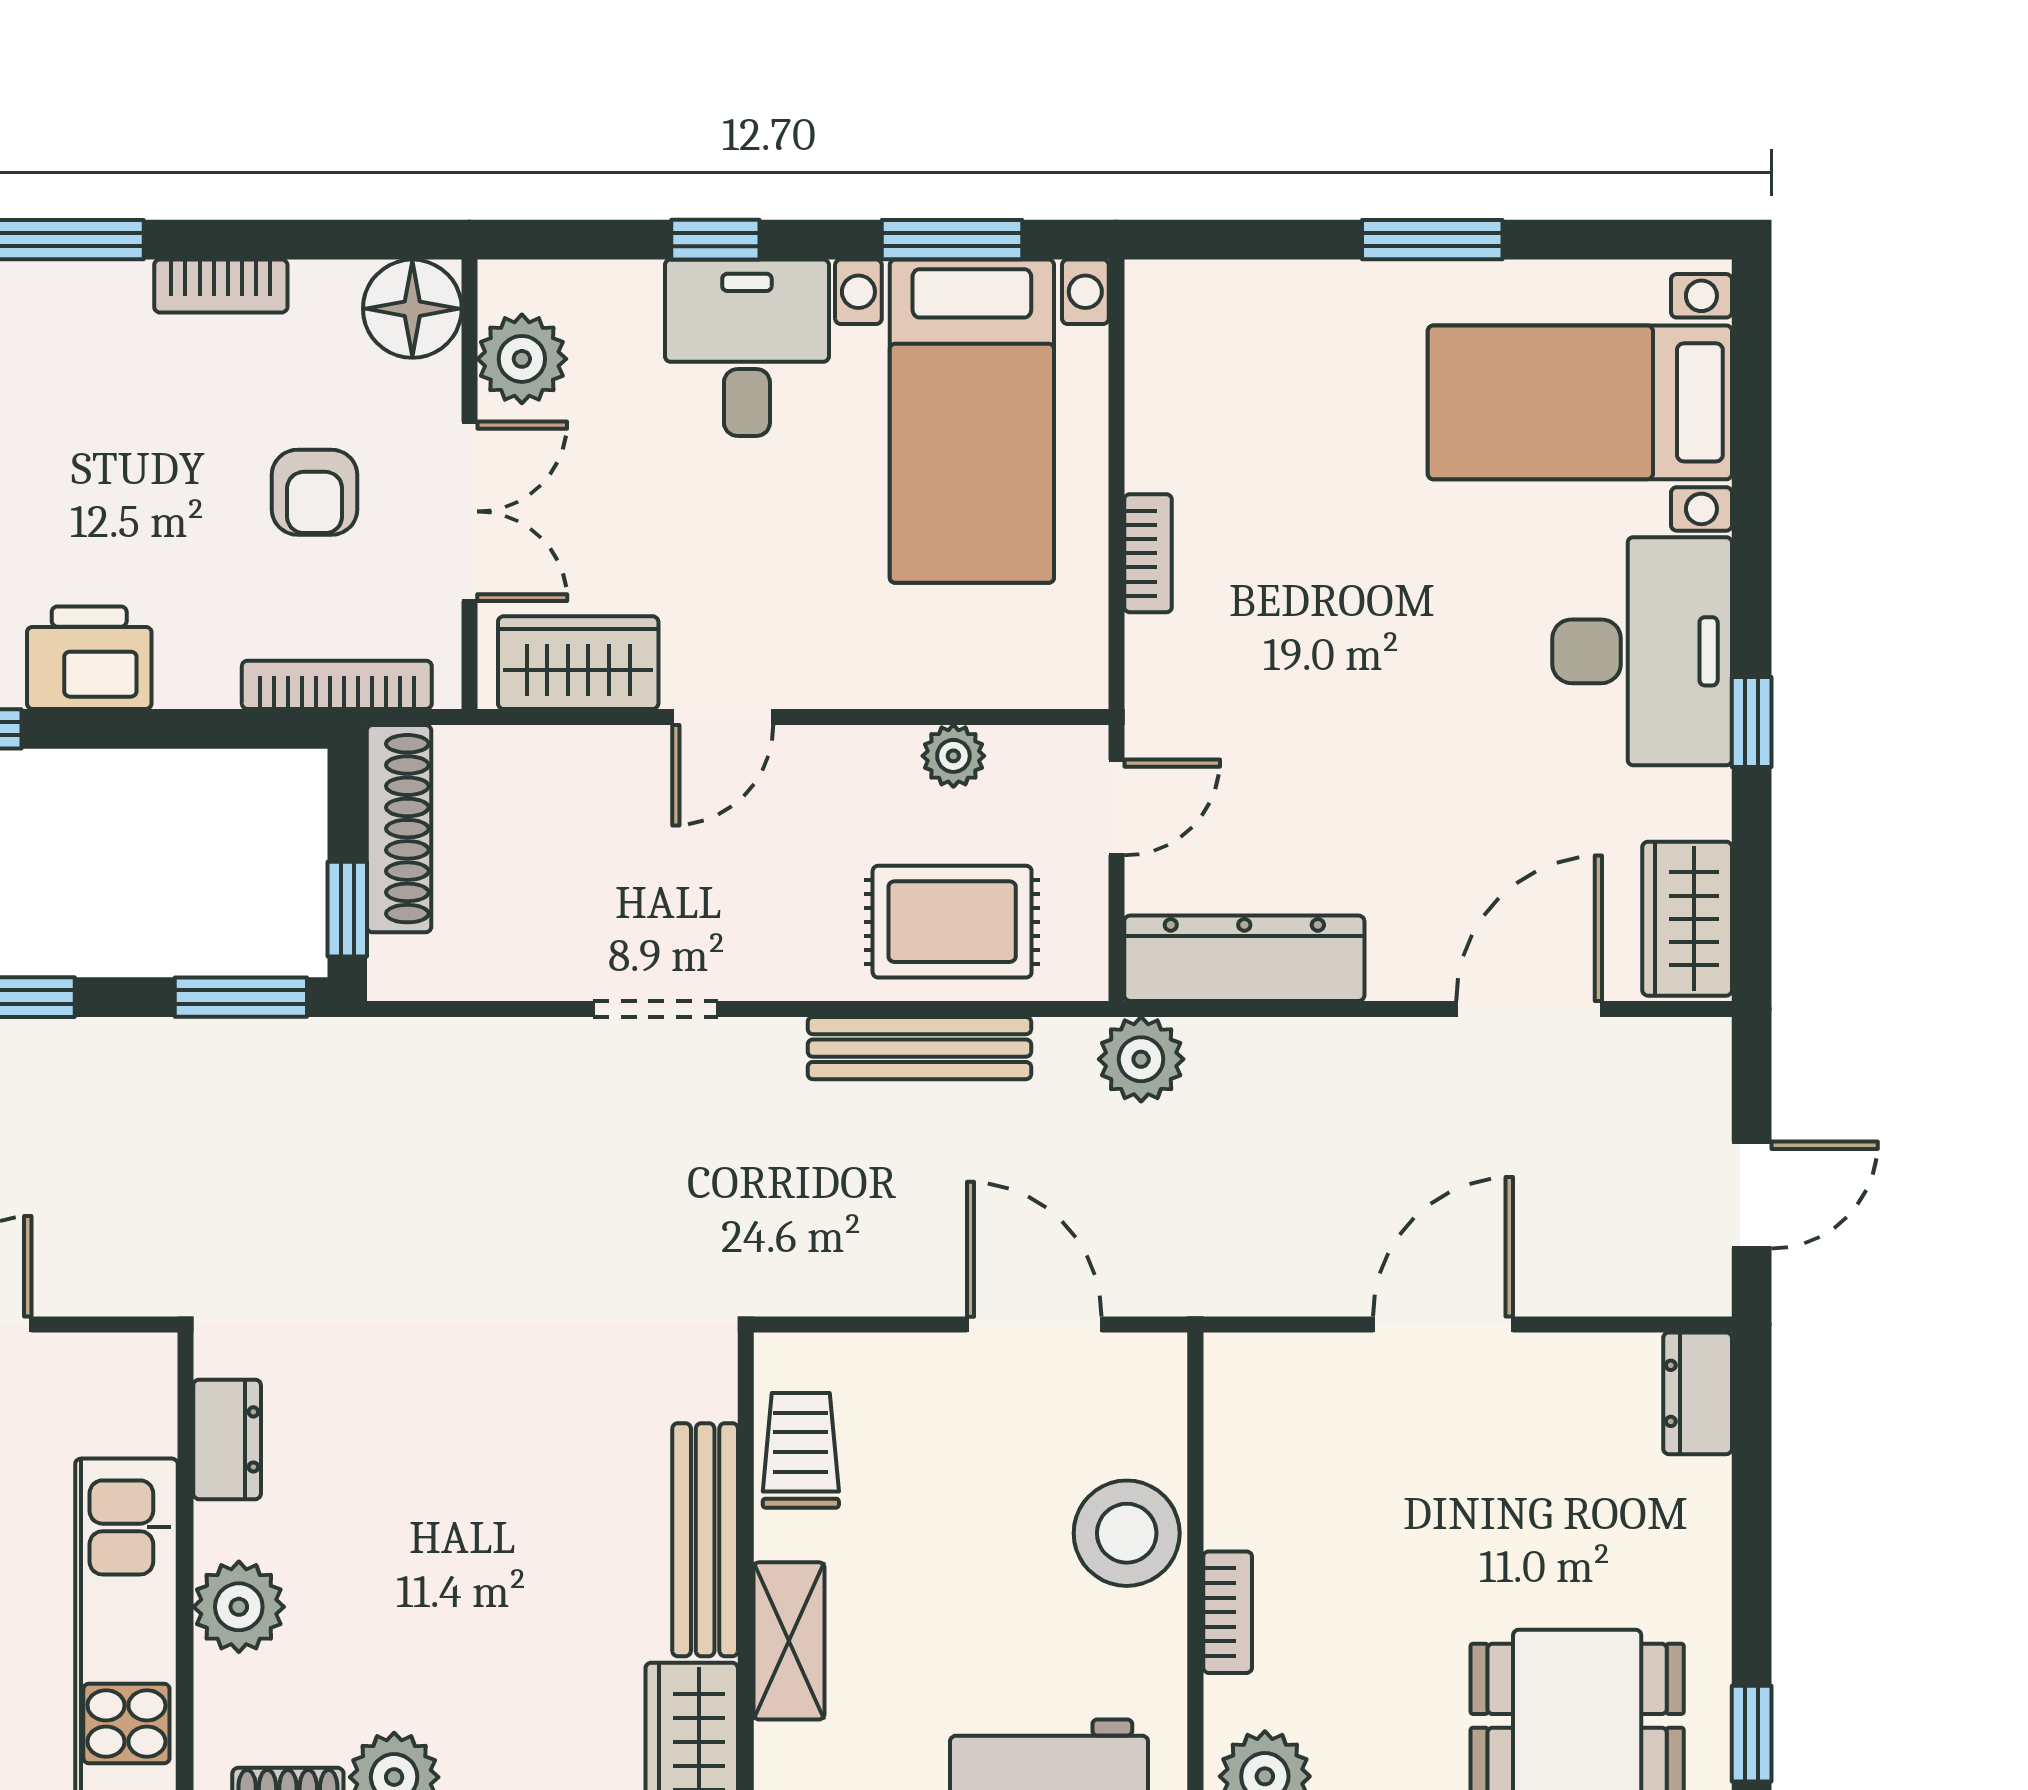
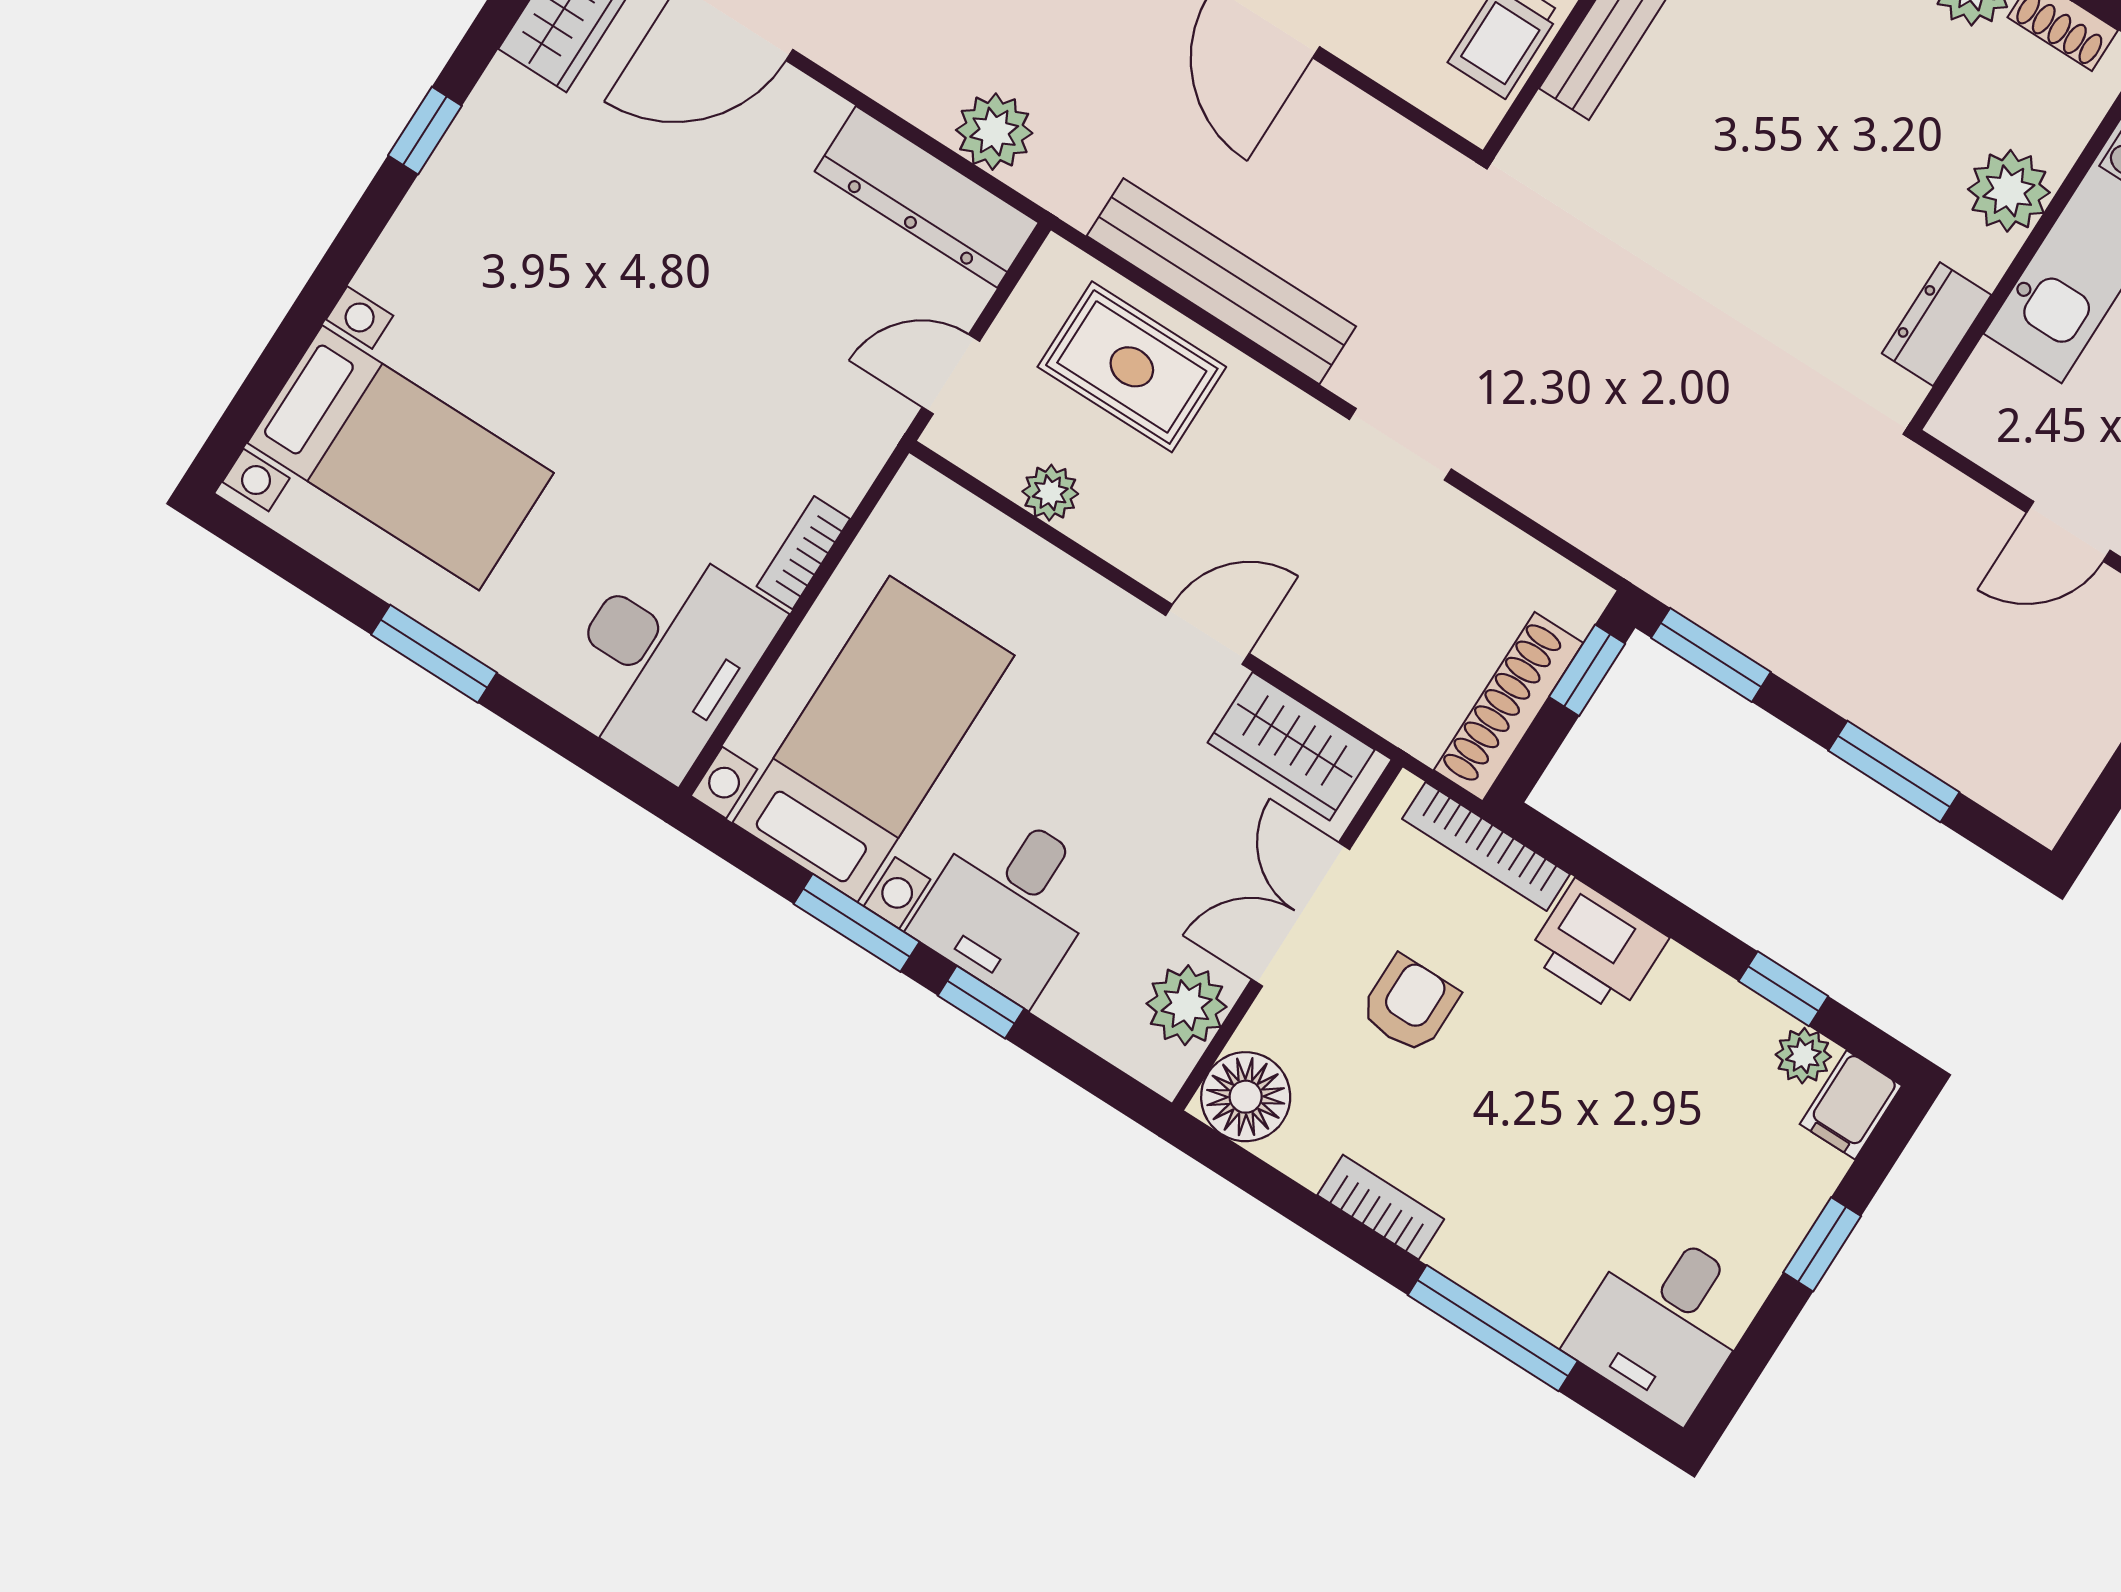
window: (952, 240) -> (857, 923), moved
desk: (1642, 651) -> (666, 658), moved, turned 180
printer: (89, 658) -> (1598, 947), moved
bench: (919, 1048) -> (1221, 281), width x1.37, depth x1.21
plant: (1141, 1059) -> (994, 132), moved

